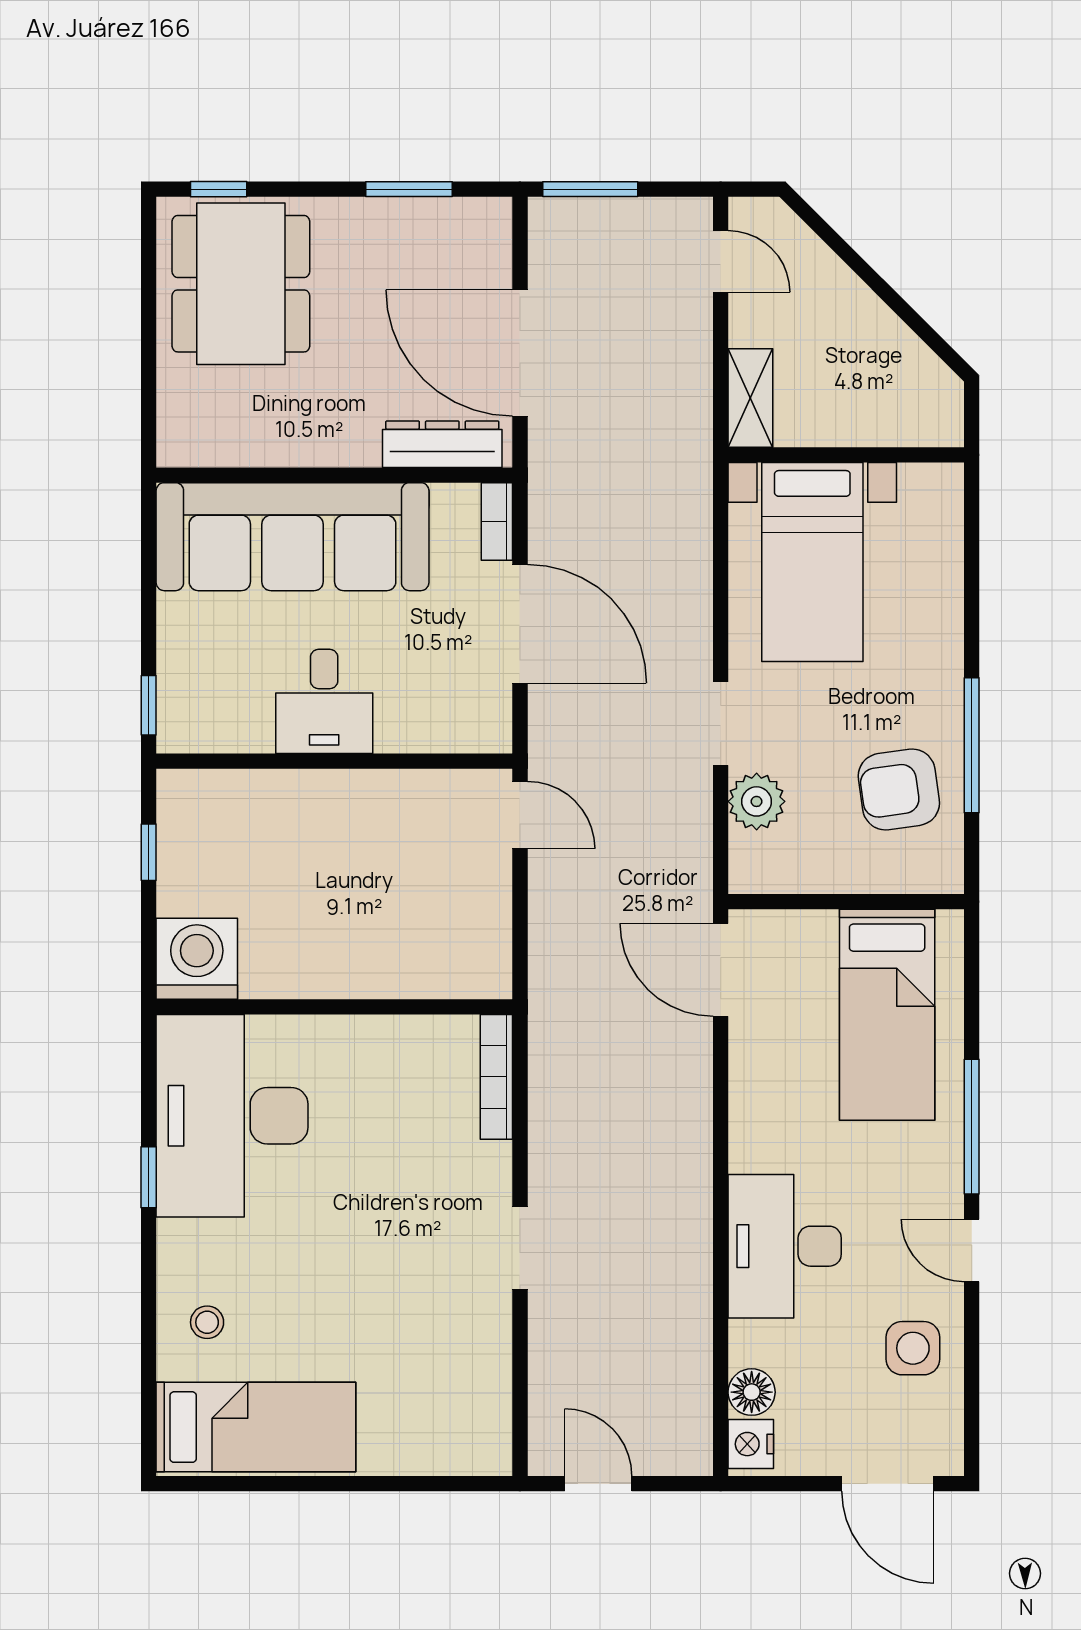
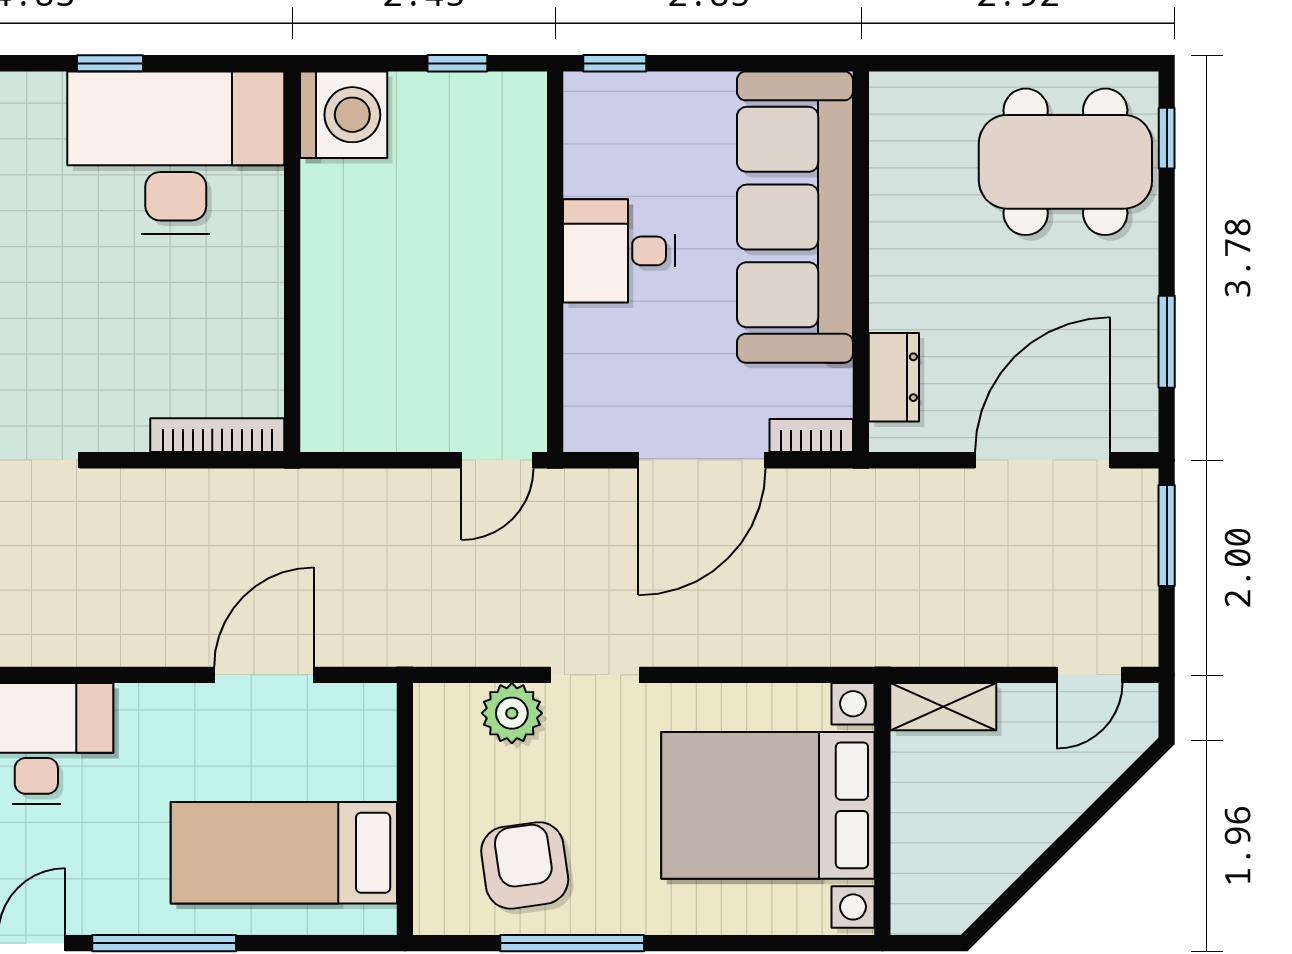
door: (520, 353) -> (1043, 460), moved
dresser: (442, 444) -> (894, 377), width x0.70
bed with nightstands: (812, 562) -> (768, 805), width x1.36
door: (721, 970) -> (264, 675), moved

